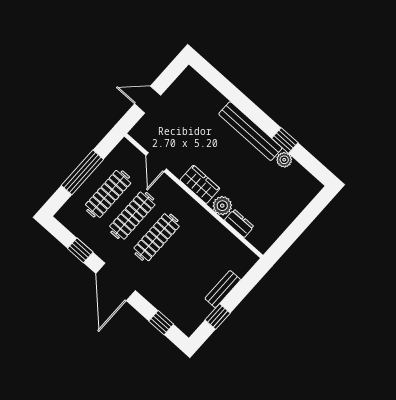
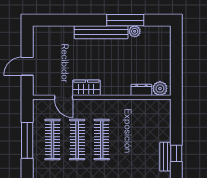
window: (285, 140) -> (125, 20), width x2.17
wardrobe: (200, 184) -> (86, 88), moved
plant: (222, 206) -> (160, 88), moved
bench: (223, 289) -> (165, 157), moved

